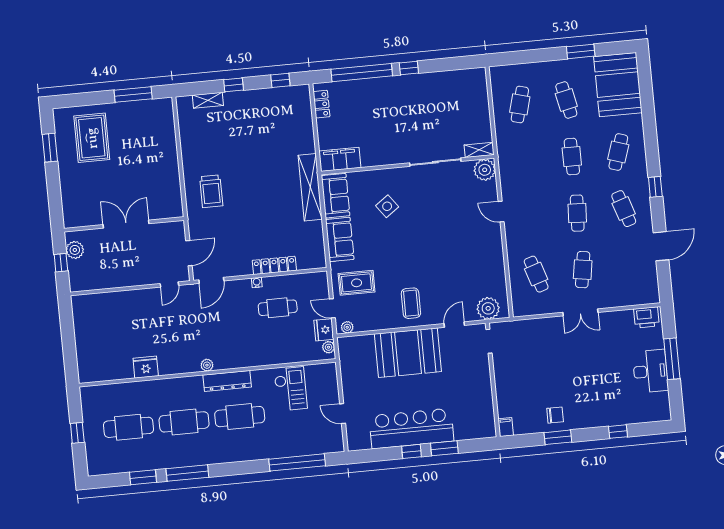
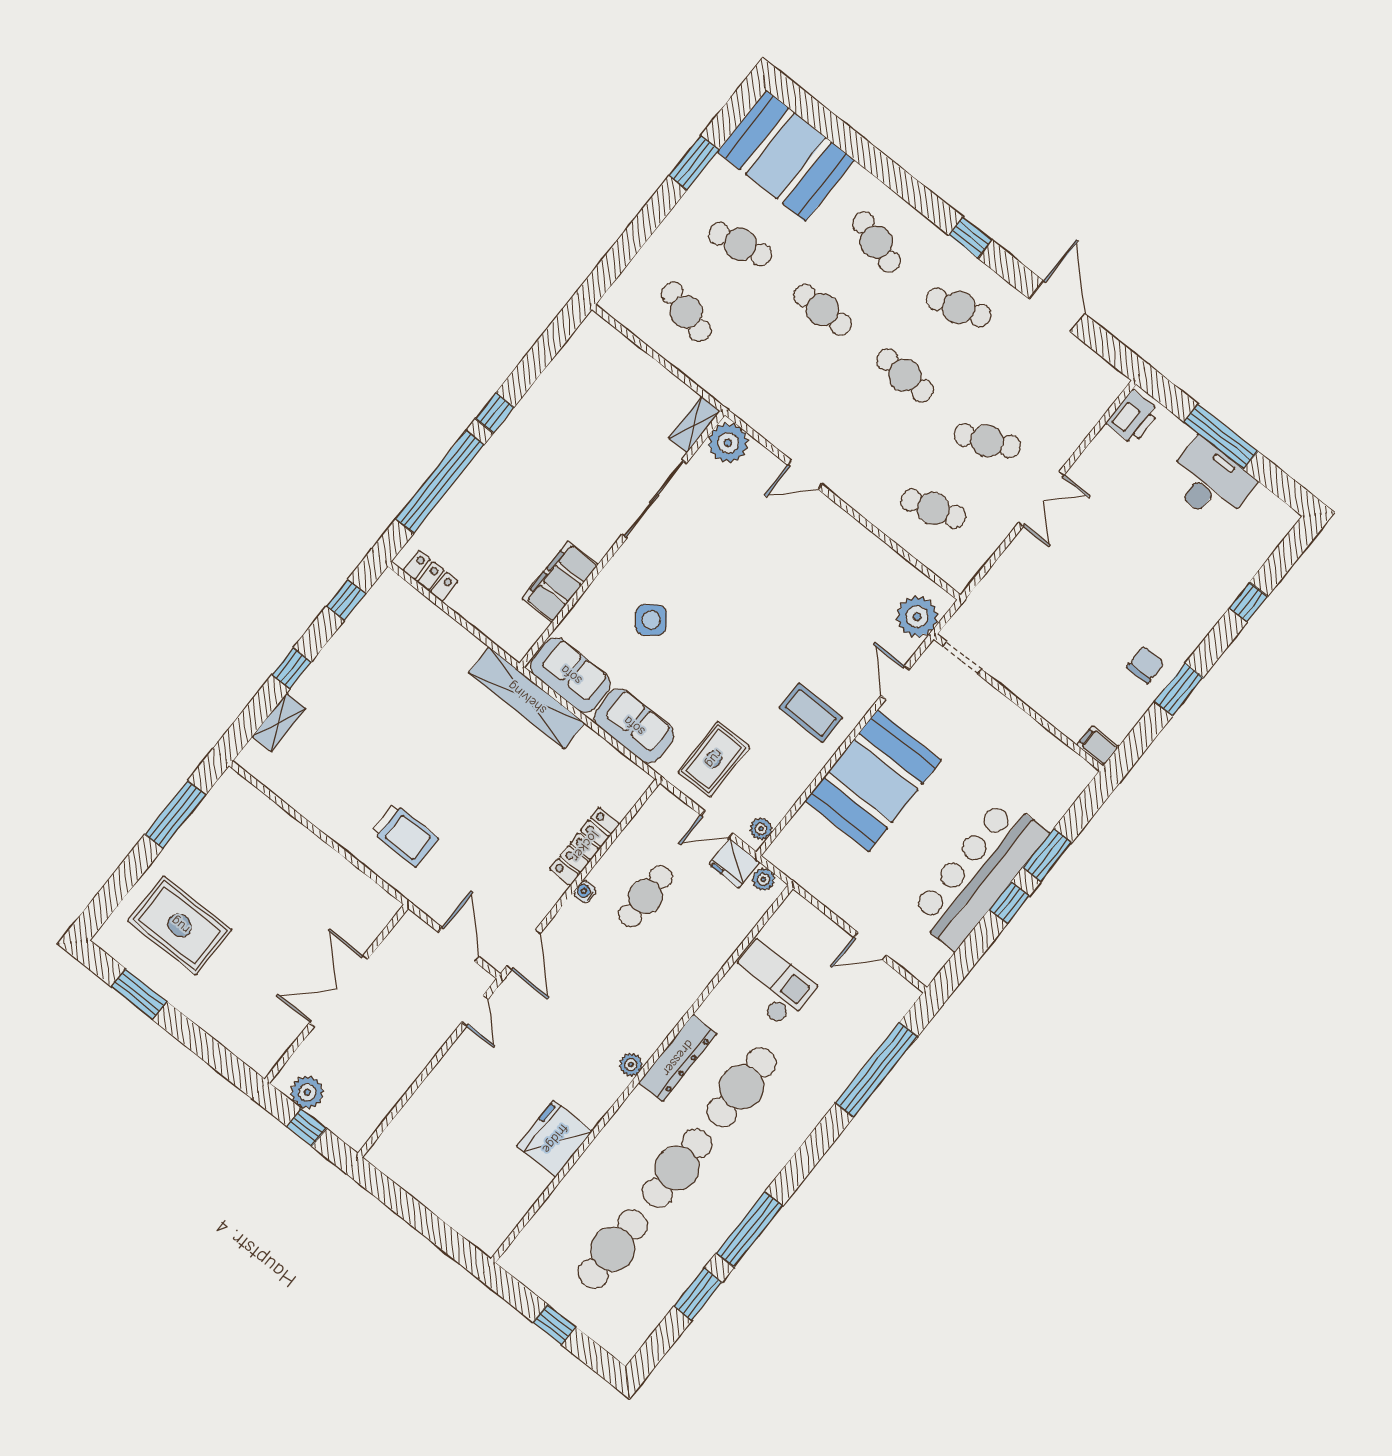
filing cabinet: (340, 159) -> (560, 582), moved
cafe table: (583, 270) -> (987, 441), turned -33
fridge: (146, 367) -> (555, 1139), width x1.36, depth x1.34

